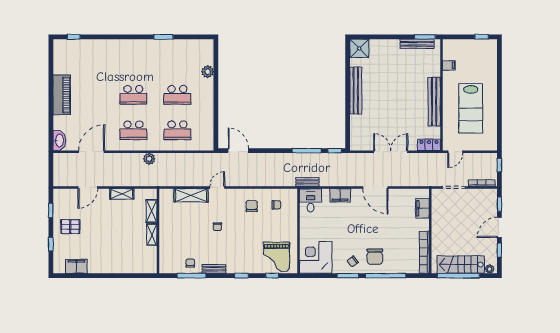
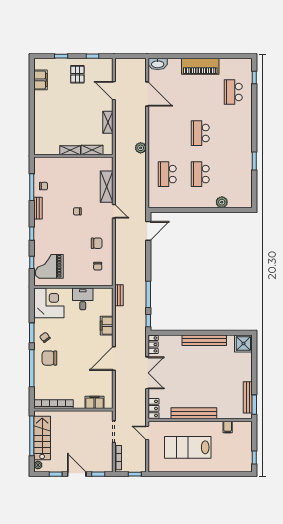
school desk: (133, 130) -> (233, 92), moved
locker: (360, 145) -> (153, 344), added
desk: (311, 200) -> (83, 299), moved, turned -90

